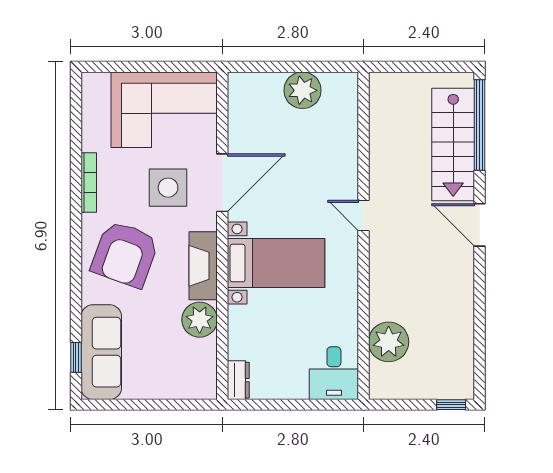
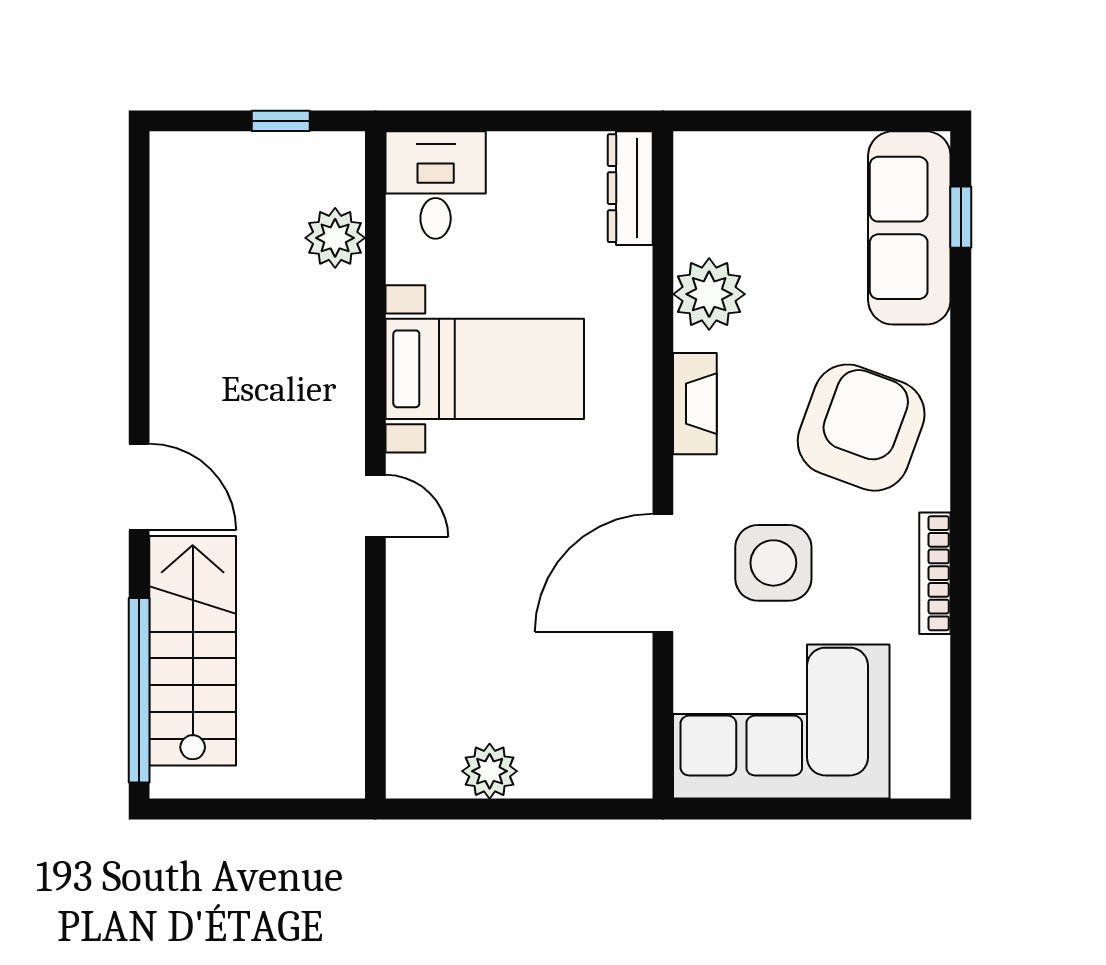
plant: (302, 90) -> (490, 771), width x0.73, depth x0.73
bed with nightstands: (276, 263) -> (485, 369), moved, turned 180
fireplace: (203, 266) -> (695, 404), width x0.73, depth x0.76
plant: (389, 342) -> (335, 238), width x0.73, depth x0.73
dresser: (238, 380) -> (630, 188), width x1.44
window: (451, 405) -> (281, 121), moved

